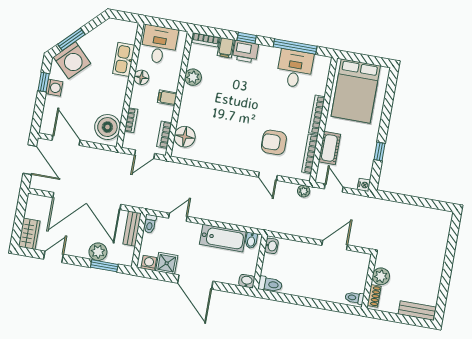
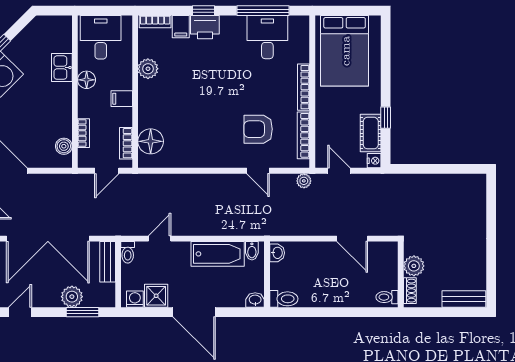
kitchen sink: (124, 59) -> (62, 68), width x0.73
boiler: (107, 127) -> (64, 146), width x0.54, depth x0.54
cot: (329, 148) -> (371, 133), moved
door: (335, 245) -> (352, 239), swing flipped

